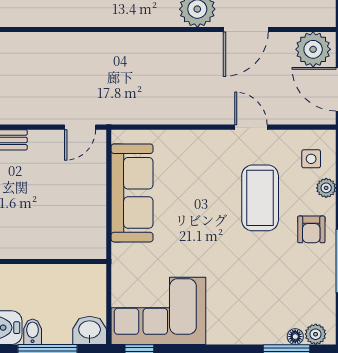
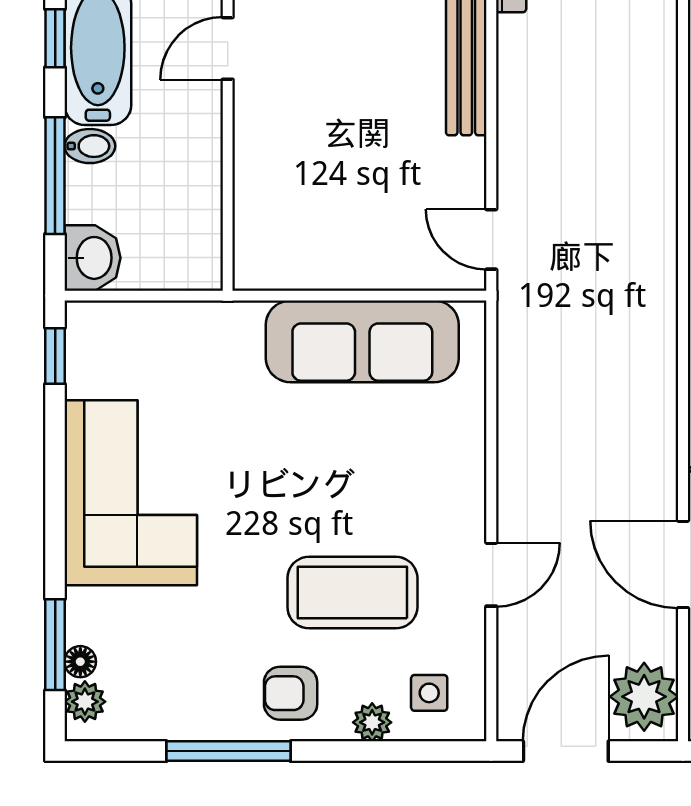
corner sofa: (158, 311) -> (131, 493), moved

